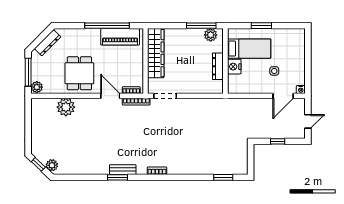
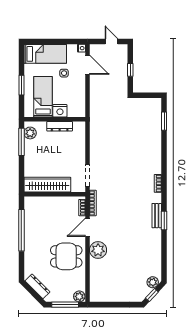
piano: (120, 37) -> (32, 218), removed
bed: (295, 51) -> (45, 54), added
plant: (66, 107) -> (98, 250), moved

